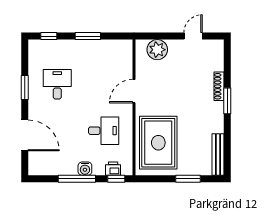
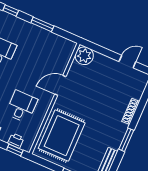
plant: (157, 50) -> (84, 56), moved
window: (227, 101) -> (126, 140), moved
desk: (104, 131) -> (22, 106), turned -90

